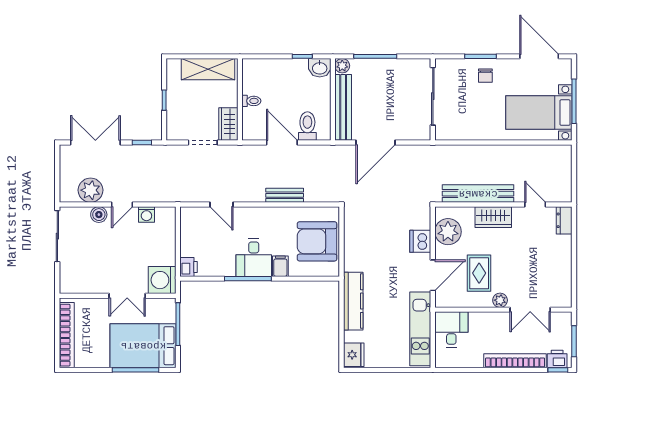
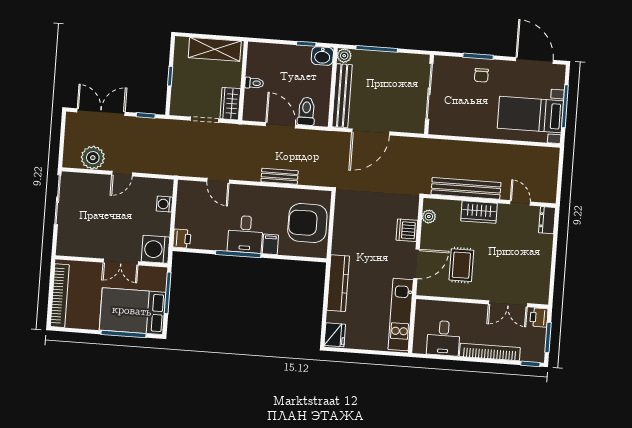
washing machine: (146, 214) -> (164, 204), moved, turned 90
boiler: (99, 215) -> (99, 182), removed
plant: (448, 232) -> (429, 217), width x0.53, depth x0.53
plant: (500, 300) -> (480, 293), removed
desk: (451, 329) -> (443, 338), moved, turned 180
printer: (557, 359) -> (539, 317), moved, turned -90

